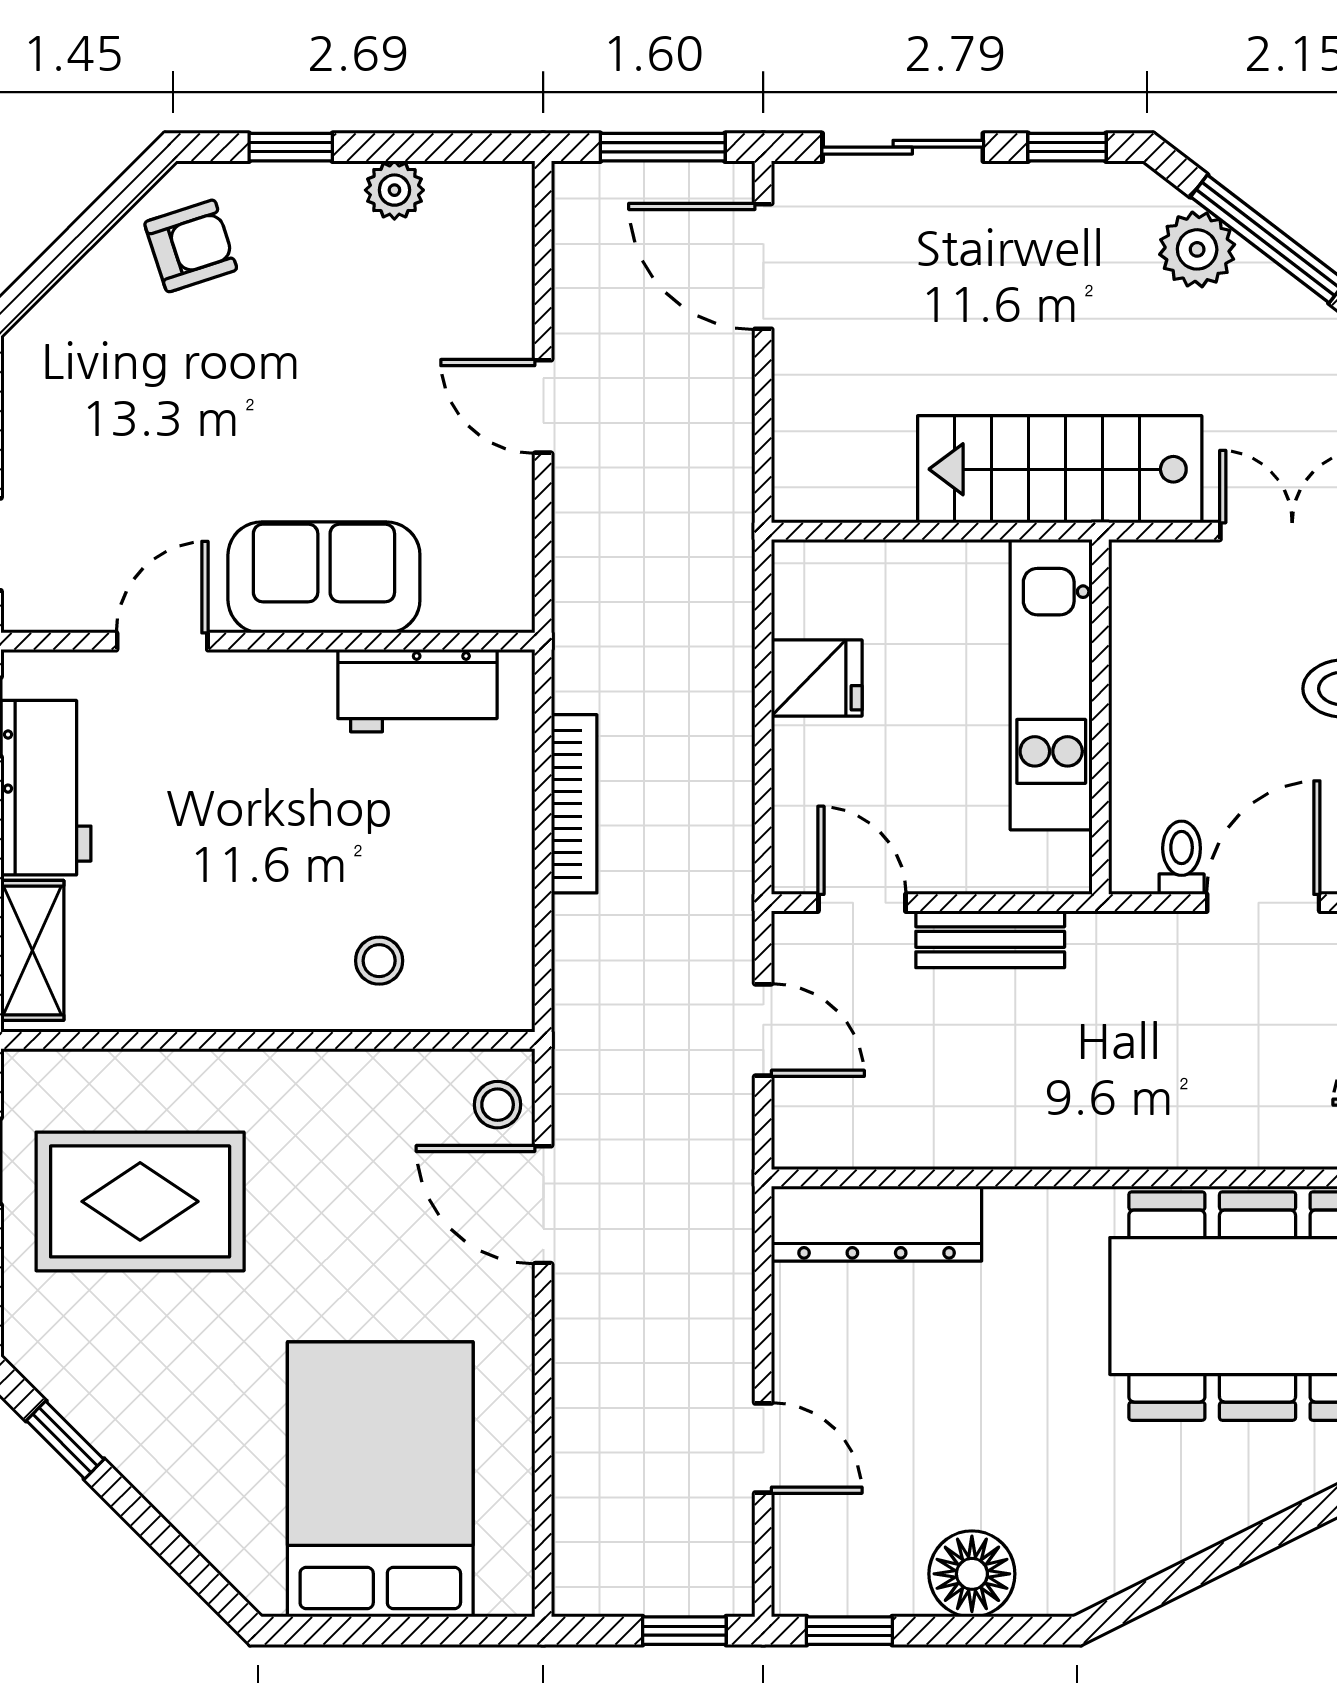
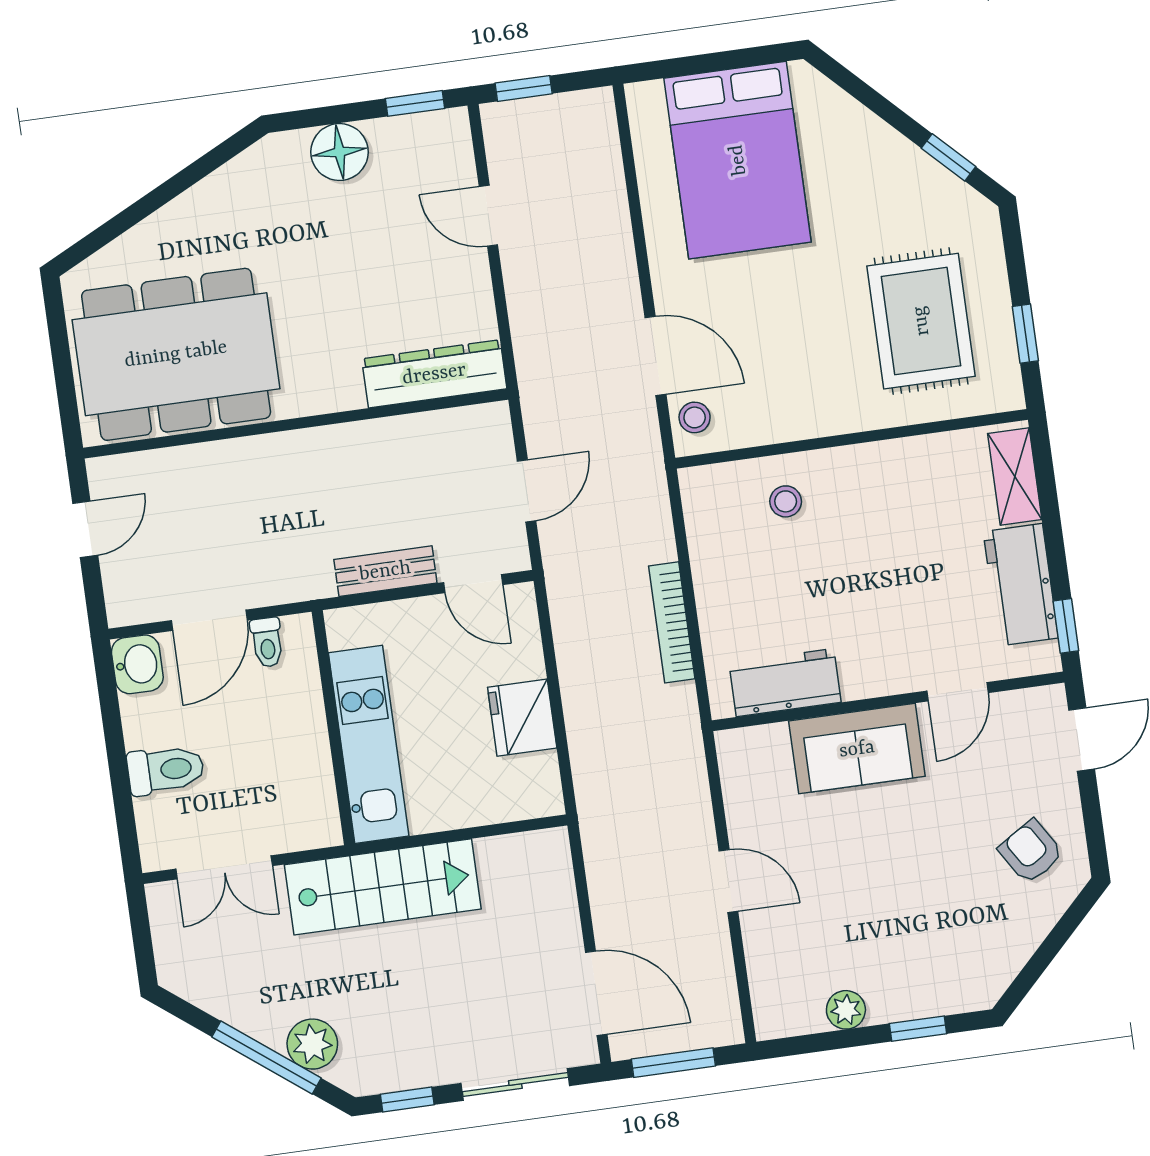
armchair: (191, 246) -> (1031, 852), moved, turned 76
fridge: (817, 678) -> (522, 718), width x1.38
door: (763, 1030) -> (527, 491), swing flipped
rug: (140, 1201) -> (921, 321), turned 90

